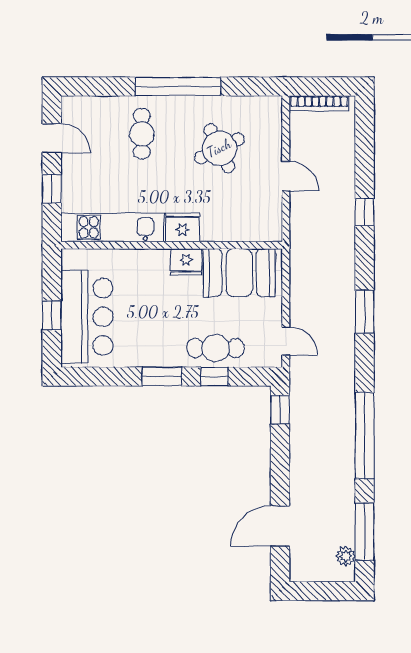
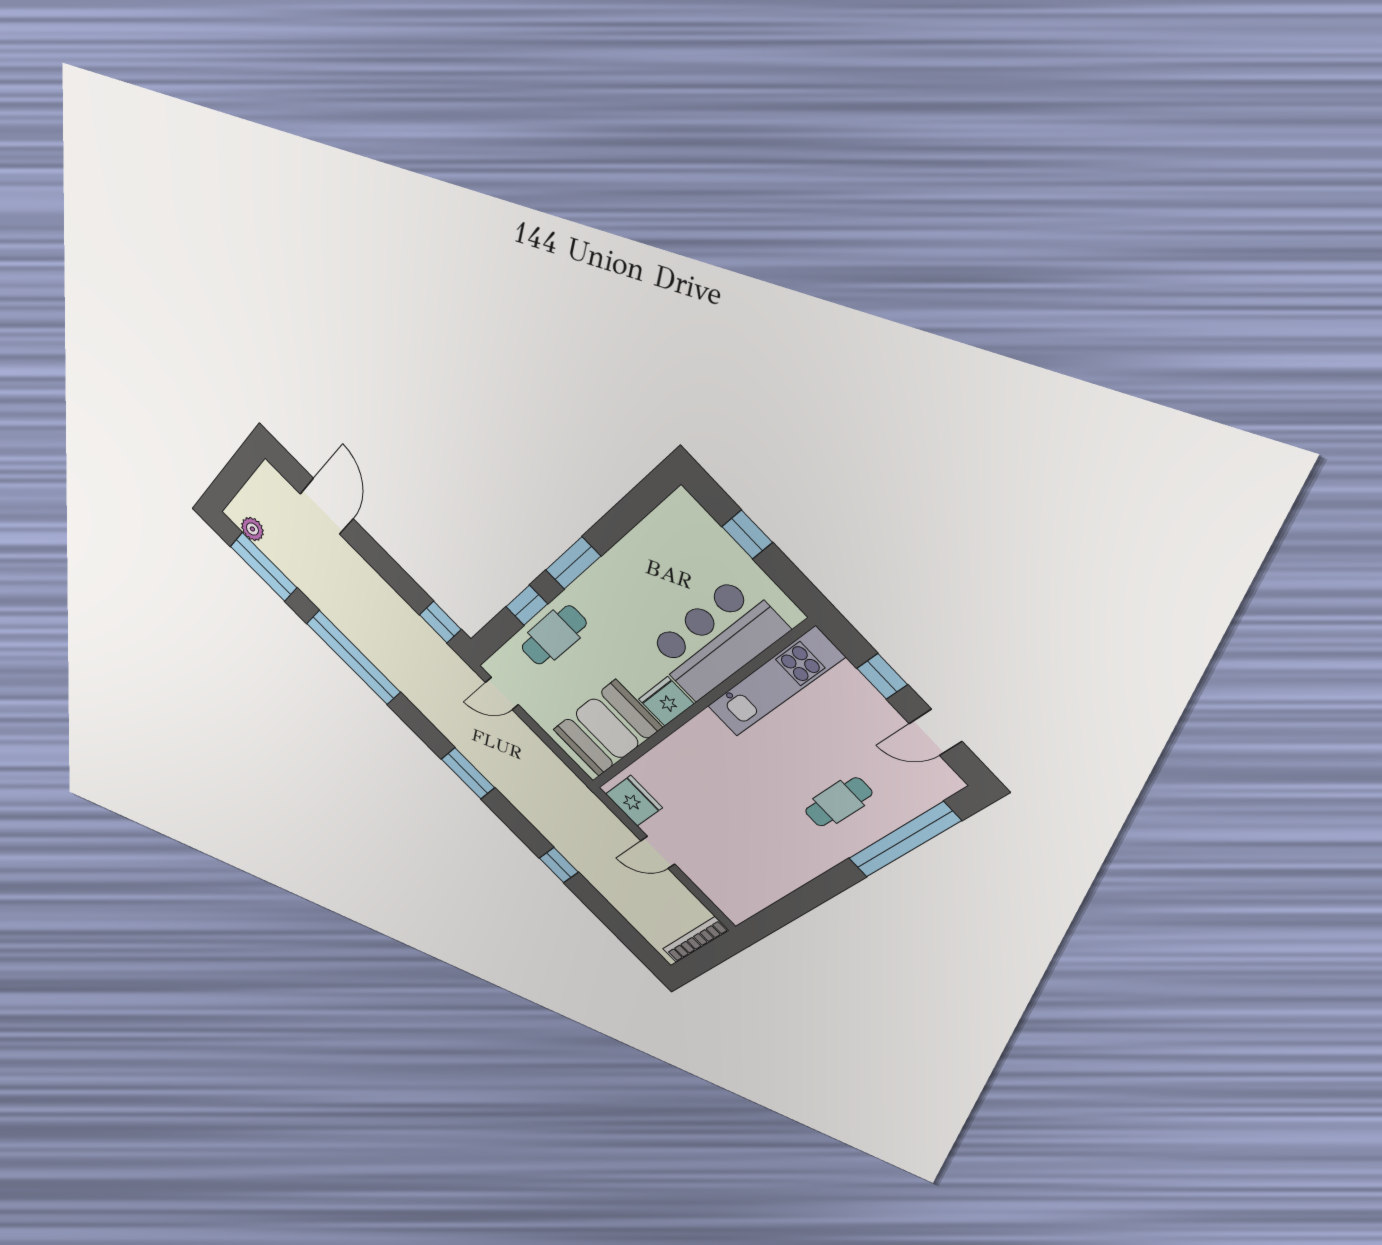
window: (178, 87) -> (904, 840), moved
cafe table: (142, 134) -> (838, 802), turned 90
round table: (219, 148) -> (745, 838), removed
fridge: (182, 227) -> (634, 801), moved, turned -90
bar counter: (87, 317) -> (716, 639), moved, turned 90

